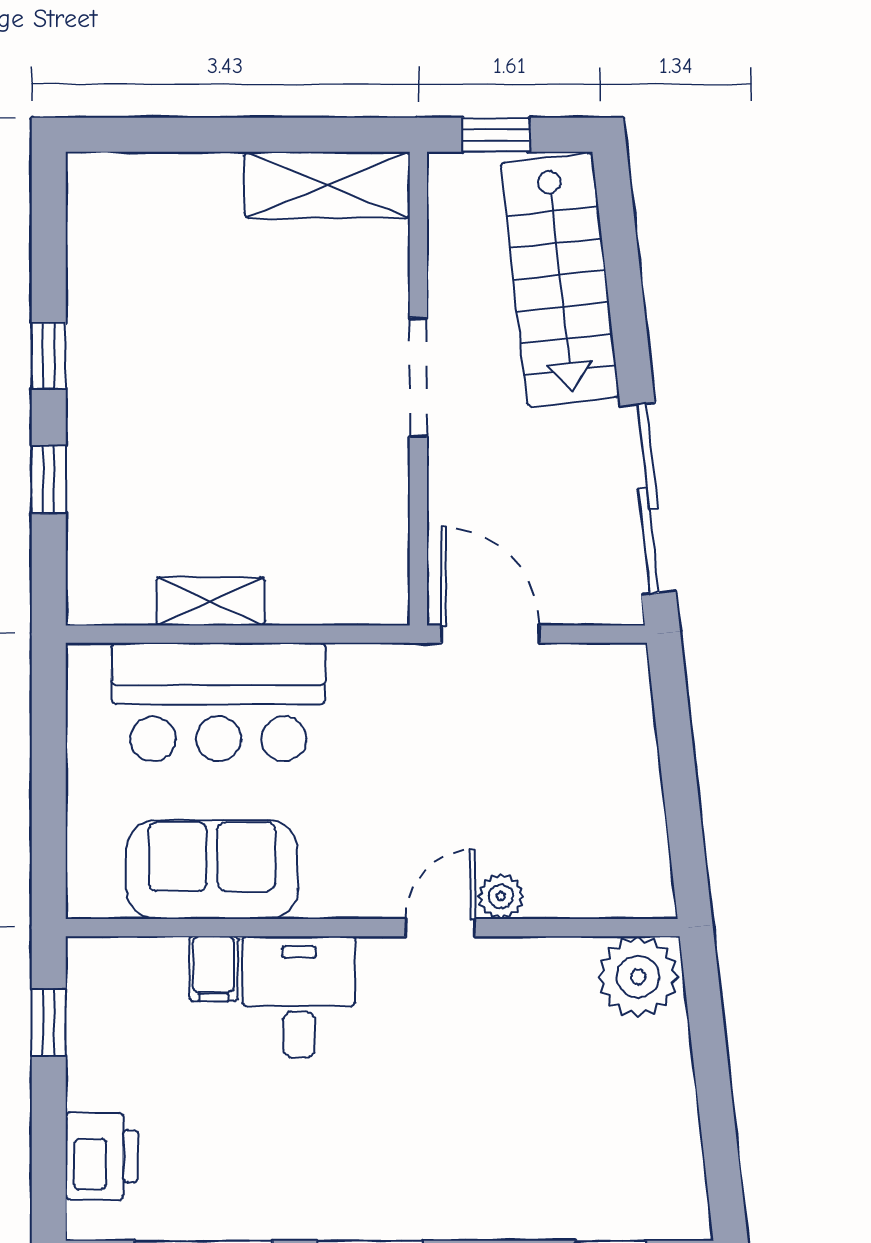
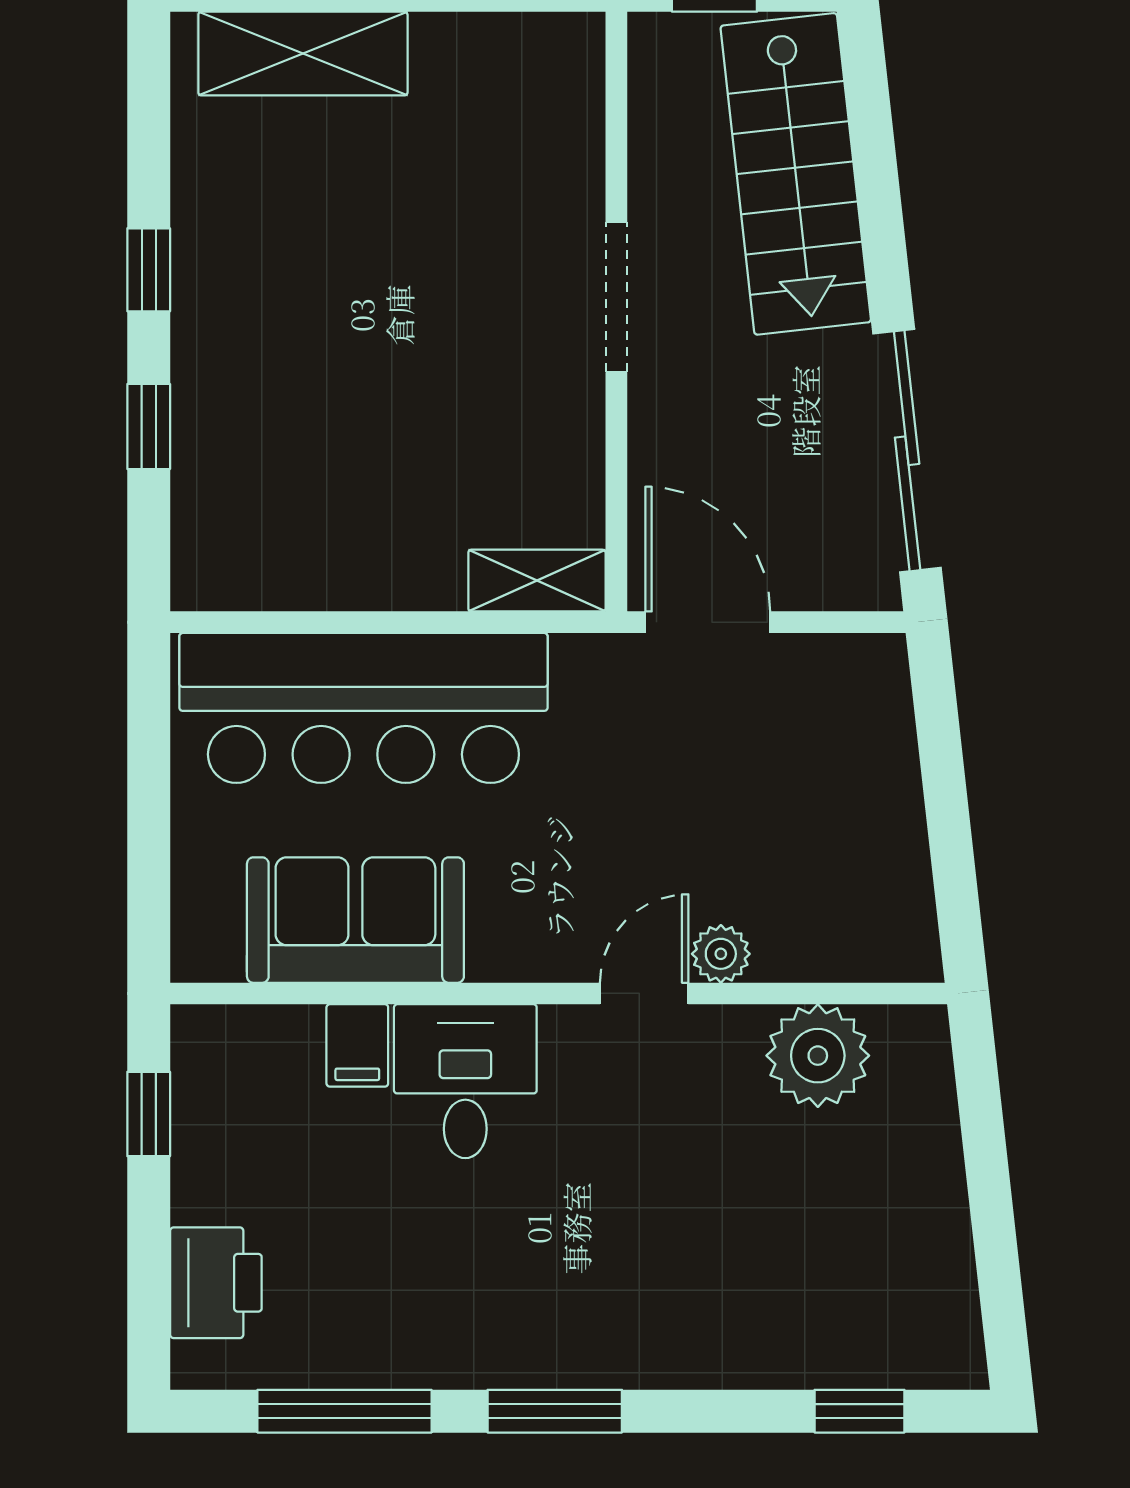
shelving: (327, 185) -> (303, 54), moved
shelving: (210, 601) -> (537, 581), moved
bar counter: (218, 702) -> (363, 708), width x1.36
plant: (638, 977) -> (818, 1056), moved

